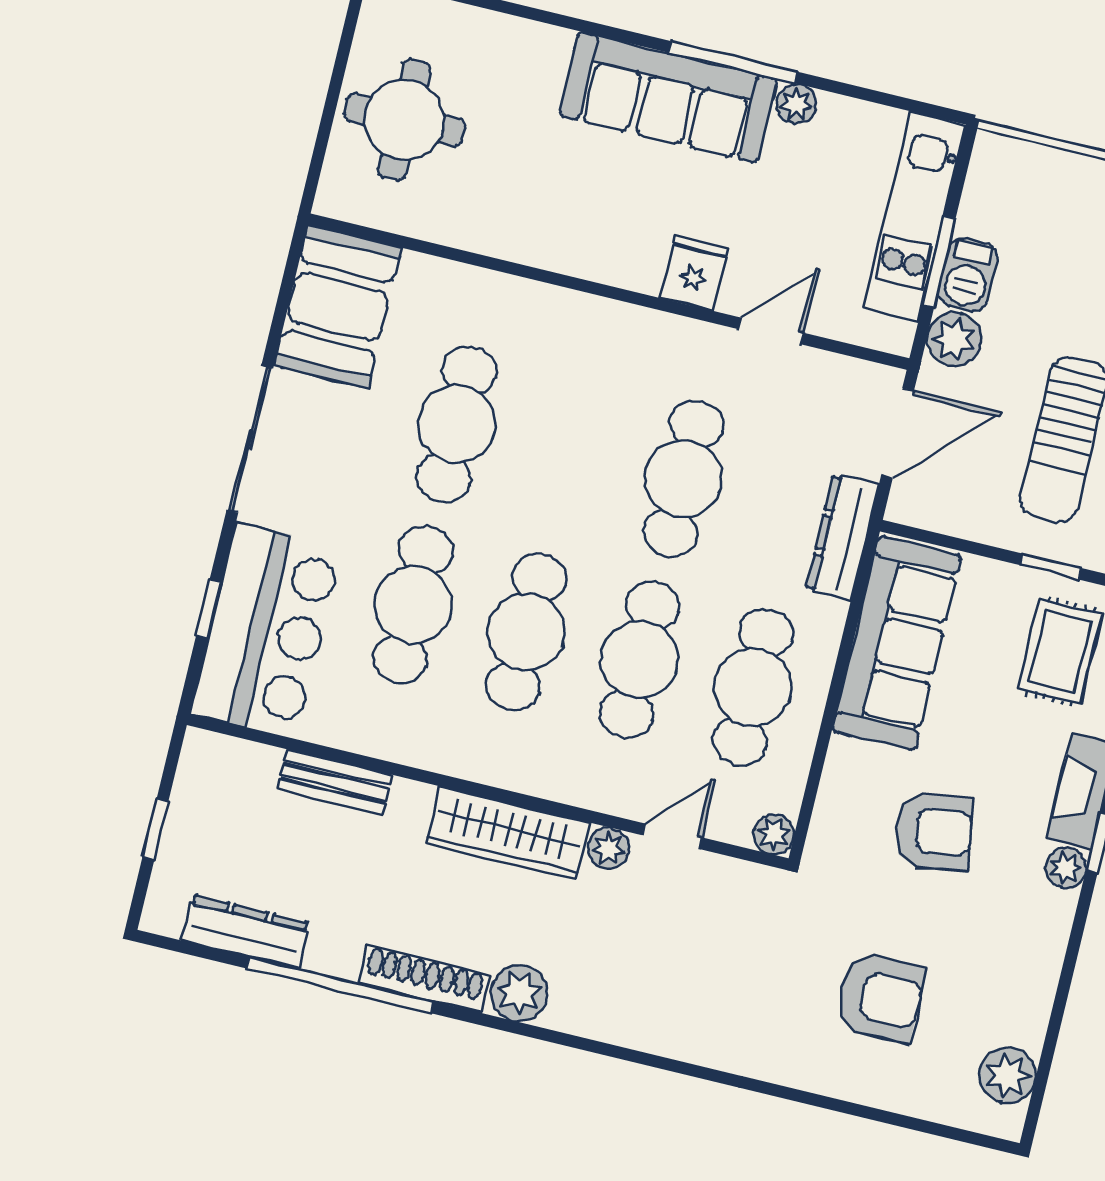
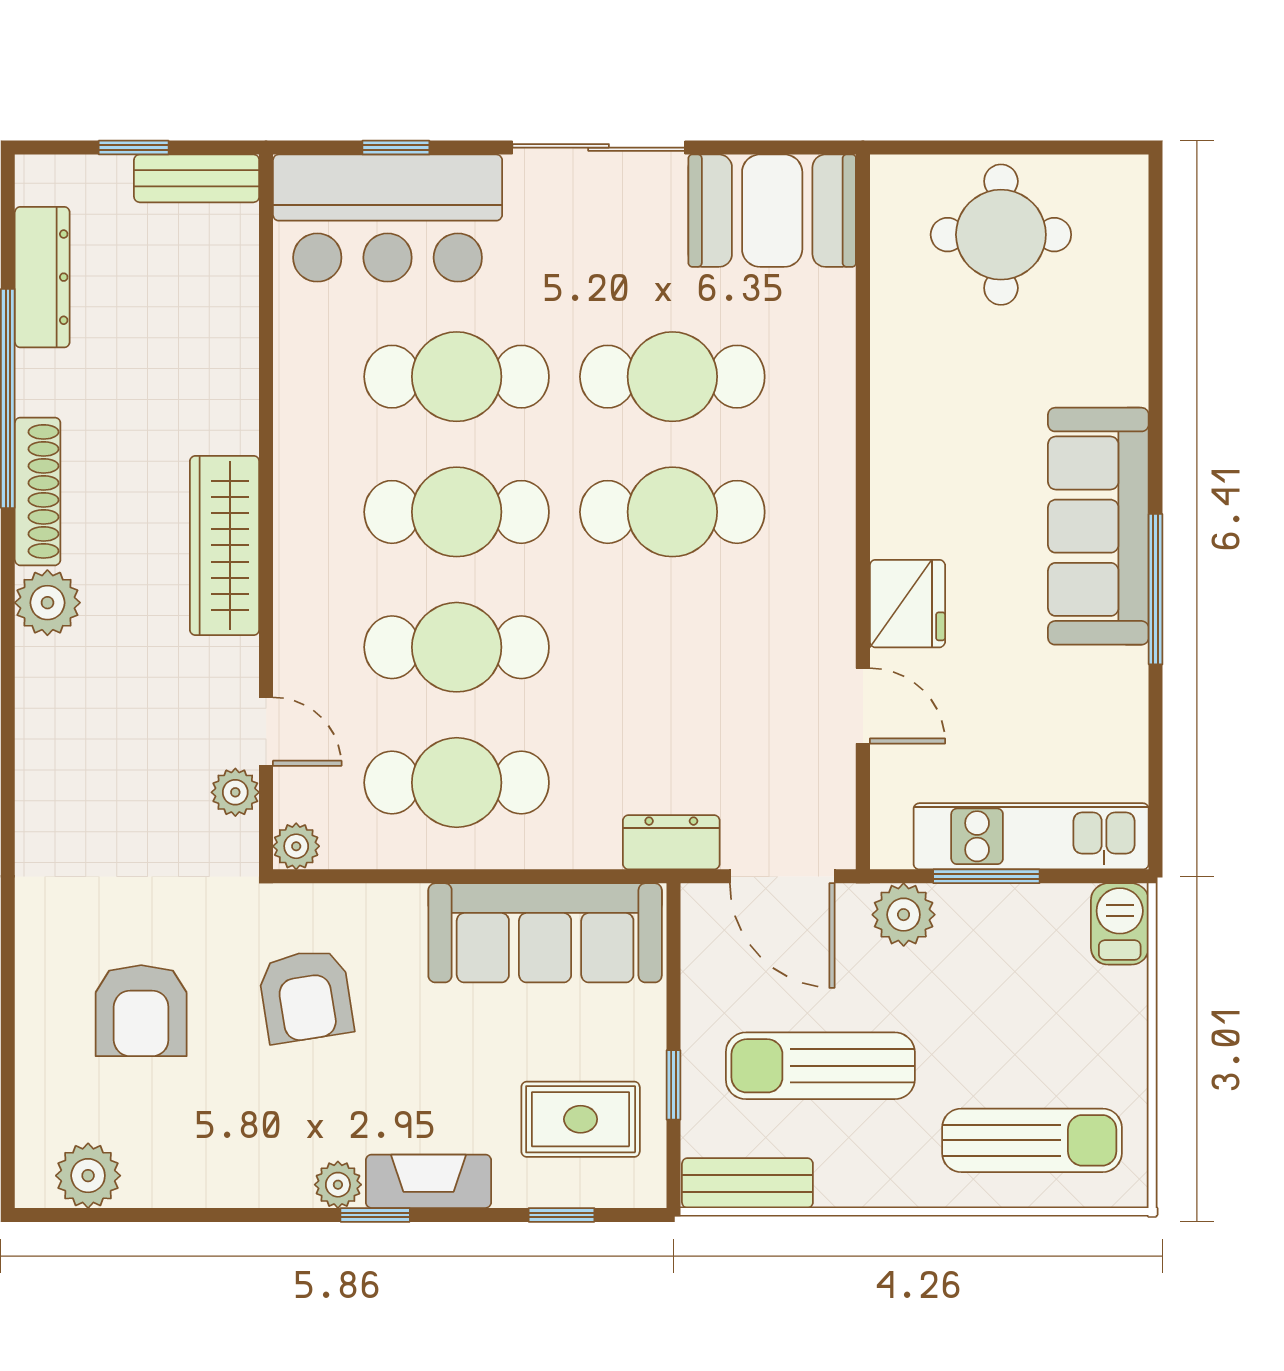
plant: (796, 104) -> (1126, 672), removed
fridge: (694, 273) -> (907, 604), width x1.38
barbecue: (968, 274) -> (1120, 924), moved, turned 90
cafe table: (683, 479) -> (672, 512), moved
dresser: (842, 537) -> (671, 842), width x0.70
bench: (335, 782) -> (197, 178), moved, turned 90
armchair: (934, 831) -> (306, 996), moved
plant: (609, 848) -> (235, 792), moved

